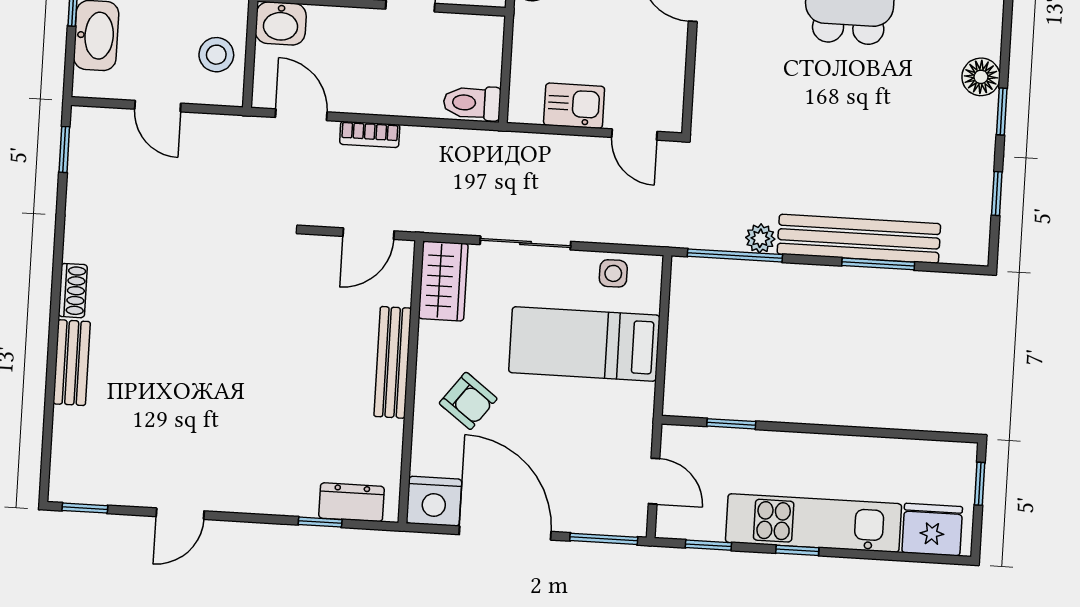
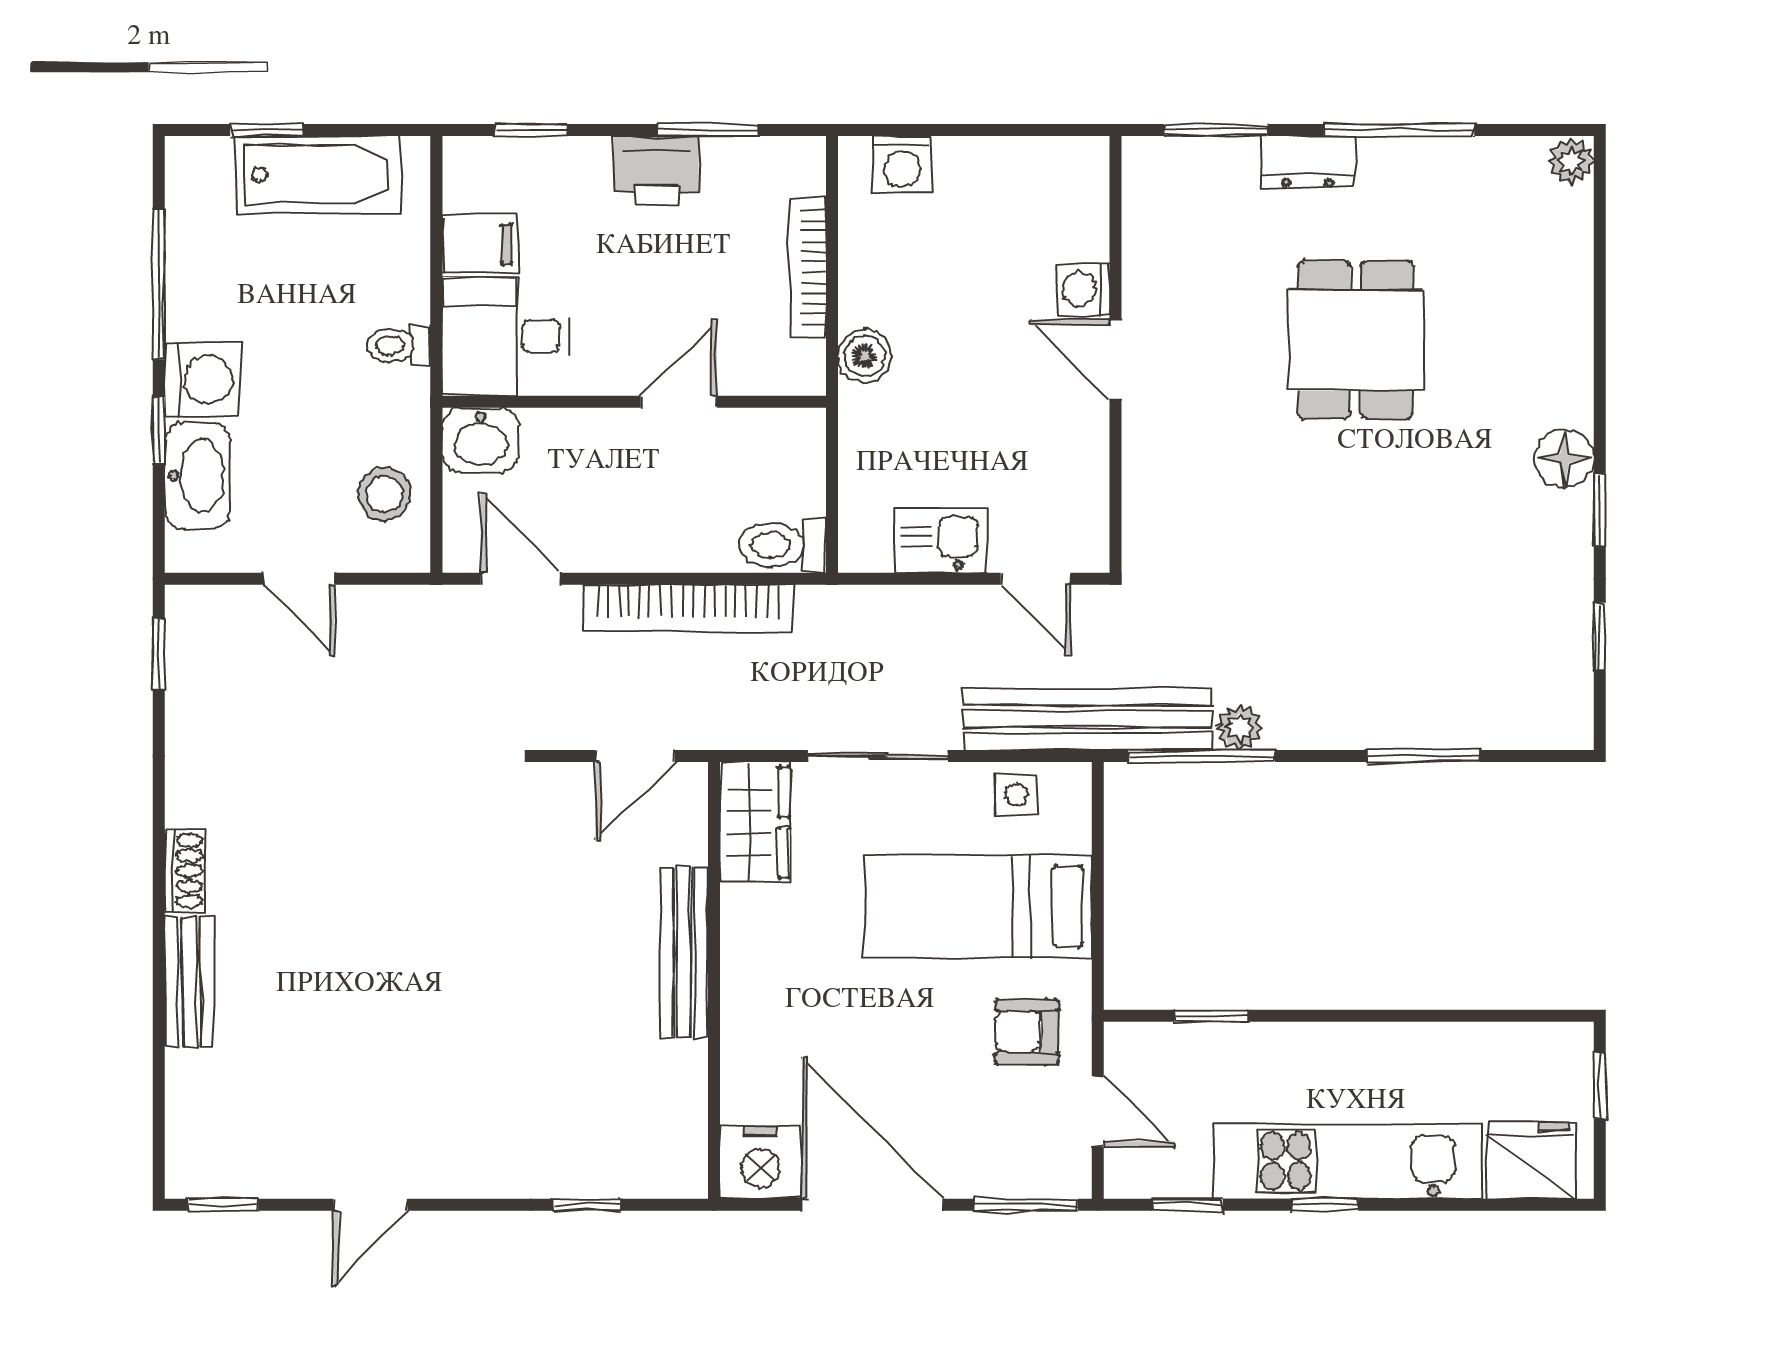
bookcase: (370, 134) -> (688, 609), width x2.31, depth x1.31
bench: (859, 239) -> (1087, 719), moved
armchair: (468, 401) -> (1027, 1032), moved, turned 143
dresser: (352, 502) -> (634, 1171), removed

